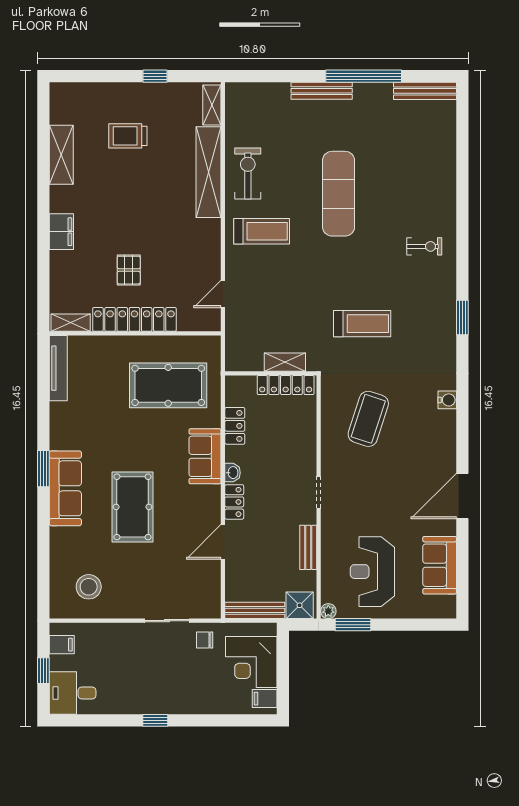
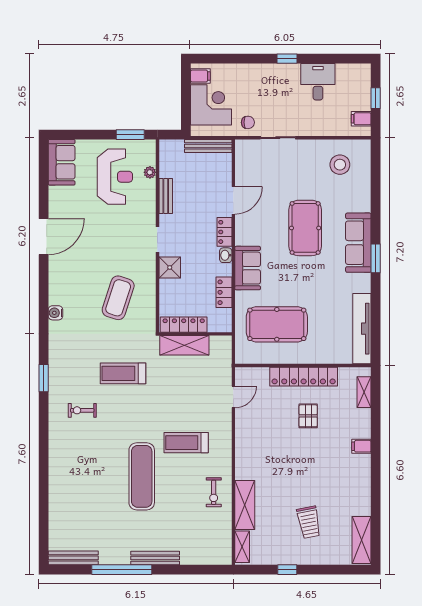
trolley: (128, 136) -> (309, 522), turned 79
shelving: (61, 155) -> (362, 540), moved
shelving: (209, 172) -> (245, 505), width x0.68
exercise bike: (248, 174) -> (214, 492), width x0.73, depth x0.72
treadmill: (262, 231) -> (186, 443), moved
filing cabinet: (61, 232) -> (361, 446), width x0.50
exercise bike: (424, 246) -> (82, 410), moved
shelving: (71, 323) -> (364, 392), moved, turned 90
shelving: (285, 362) -> (184, 345), width x1.50, depth x1.33
tv unit: (58, 368) -> (362, 329), width x1.36, depth x1.29
sofa: (440, 565) -> (62, 162), moved
shower: (300, 605) -> (170, 267), moved
plant: (328, 611) -> (150, 172), moved
desk: (73, 693) -> (318, 82), moved, turned -90

